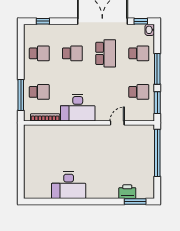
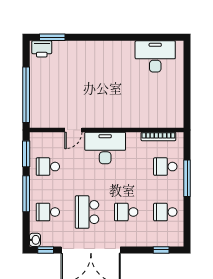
window: (21, 95) -> (187, 178), moved
desk: (78, 108) -> (105, 148), moved
desk: (69, 185) -> (155, 56), moved
printer: (127, 192) -> (42, 49), moved

